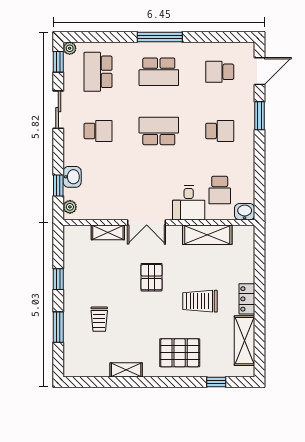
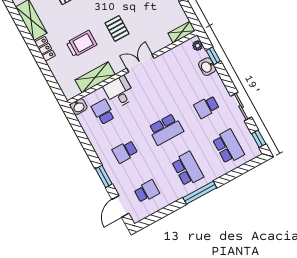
plant: (70, 48) -> (256, 152), removed
school desk: (159, 72) -> (188, 169), turned 90
shelving: (108, 232) -> (182, 32), moved
trolley: (200, 301) -> (82, 44), moved

